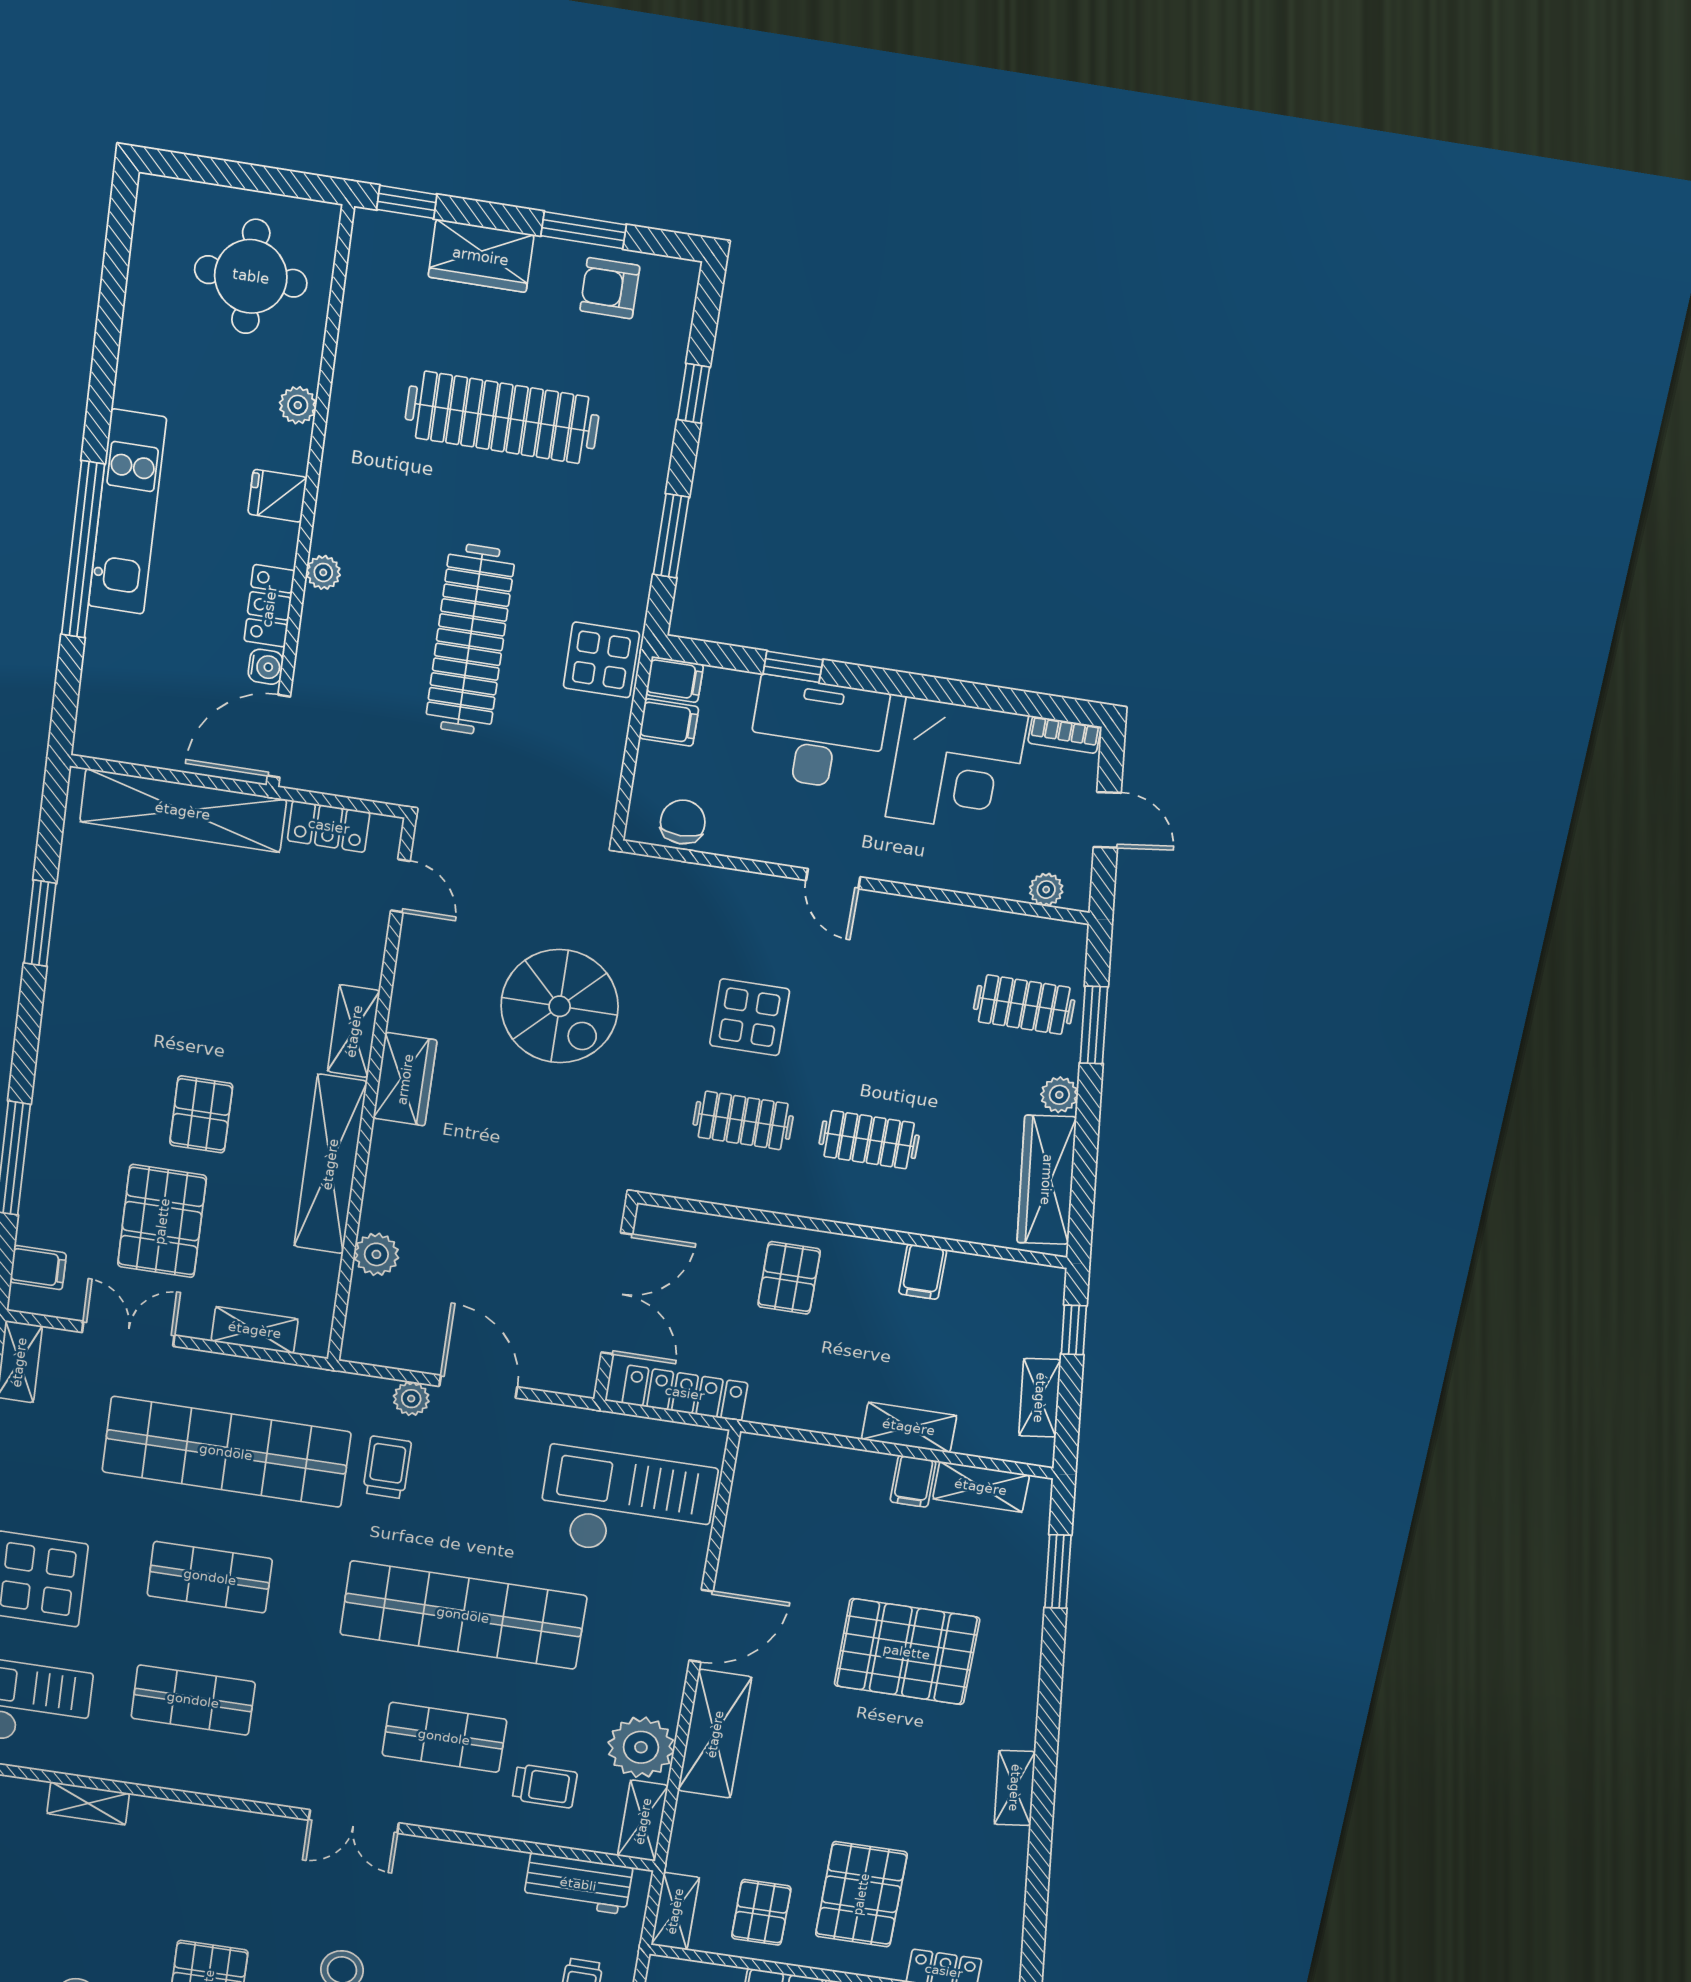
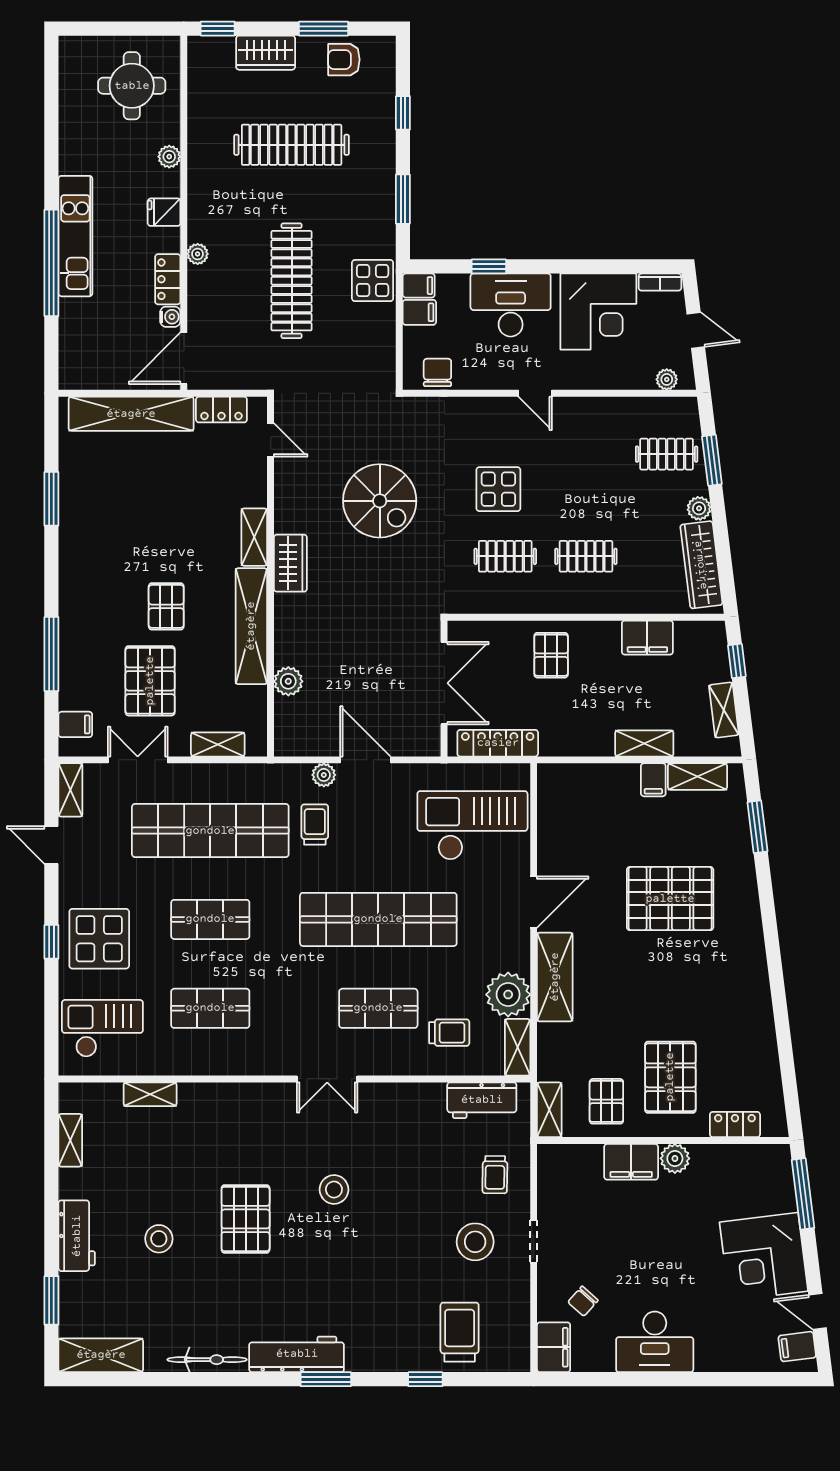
filing cabinet: (923, 1272) -> (647, 638), width x2.00
shelving: (1015, 1788) -> (758, 984), removed

